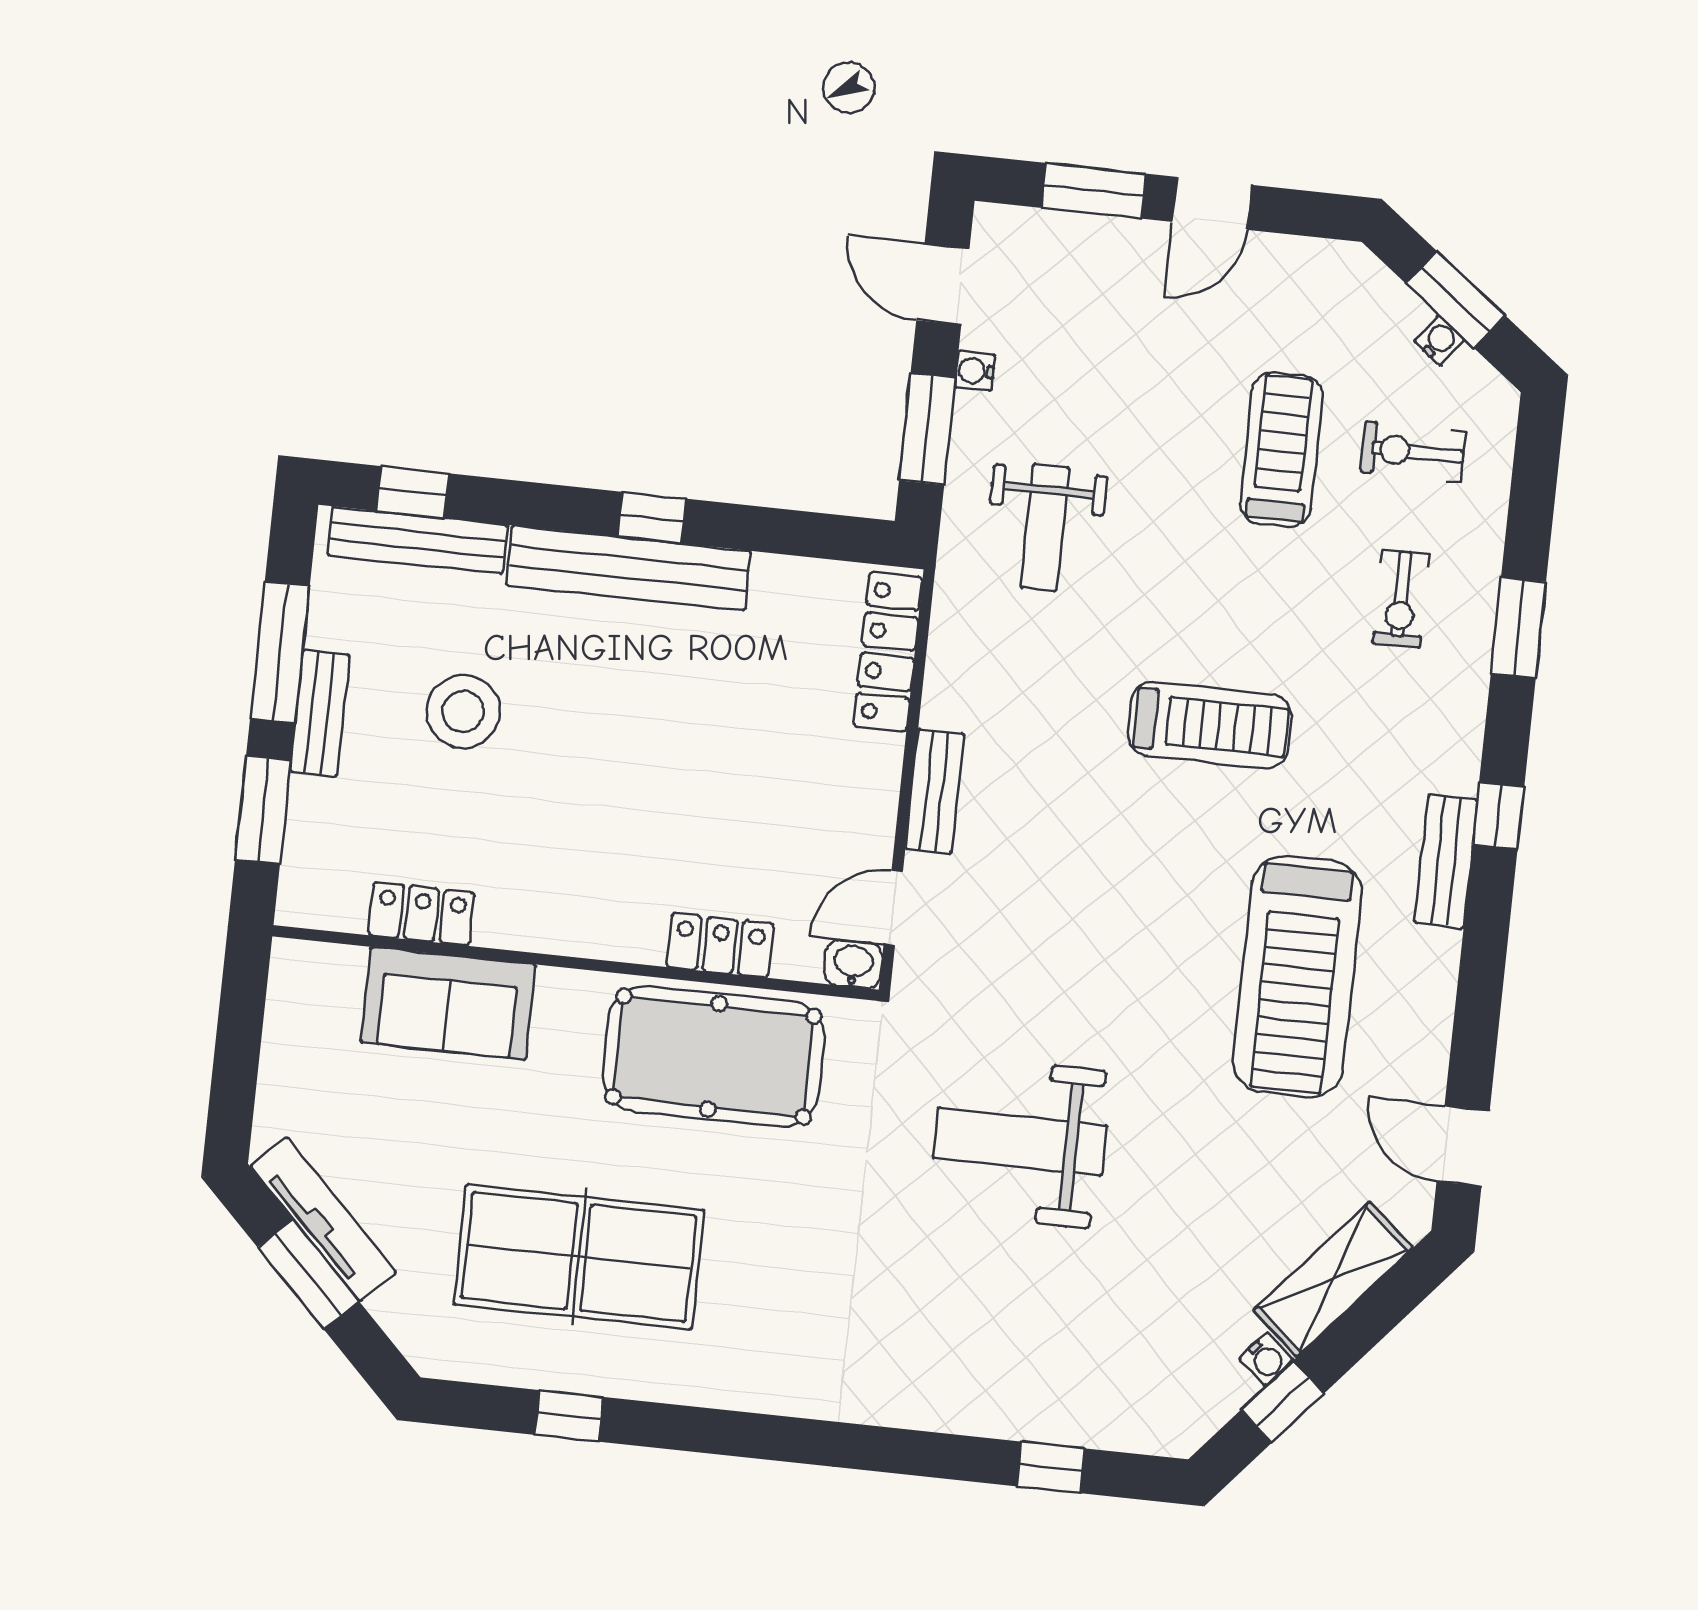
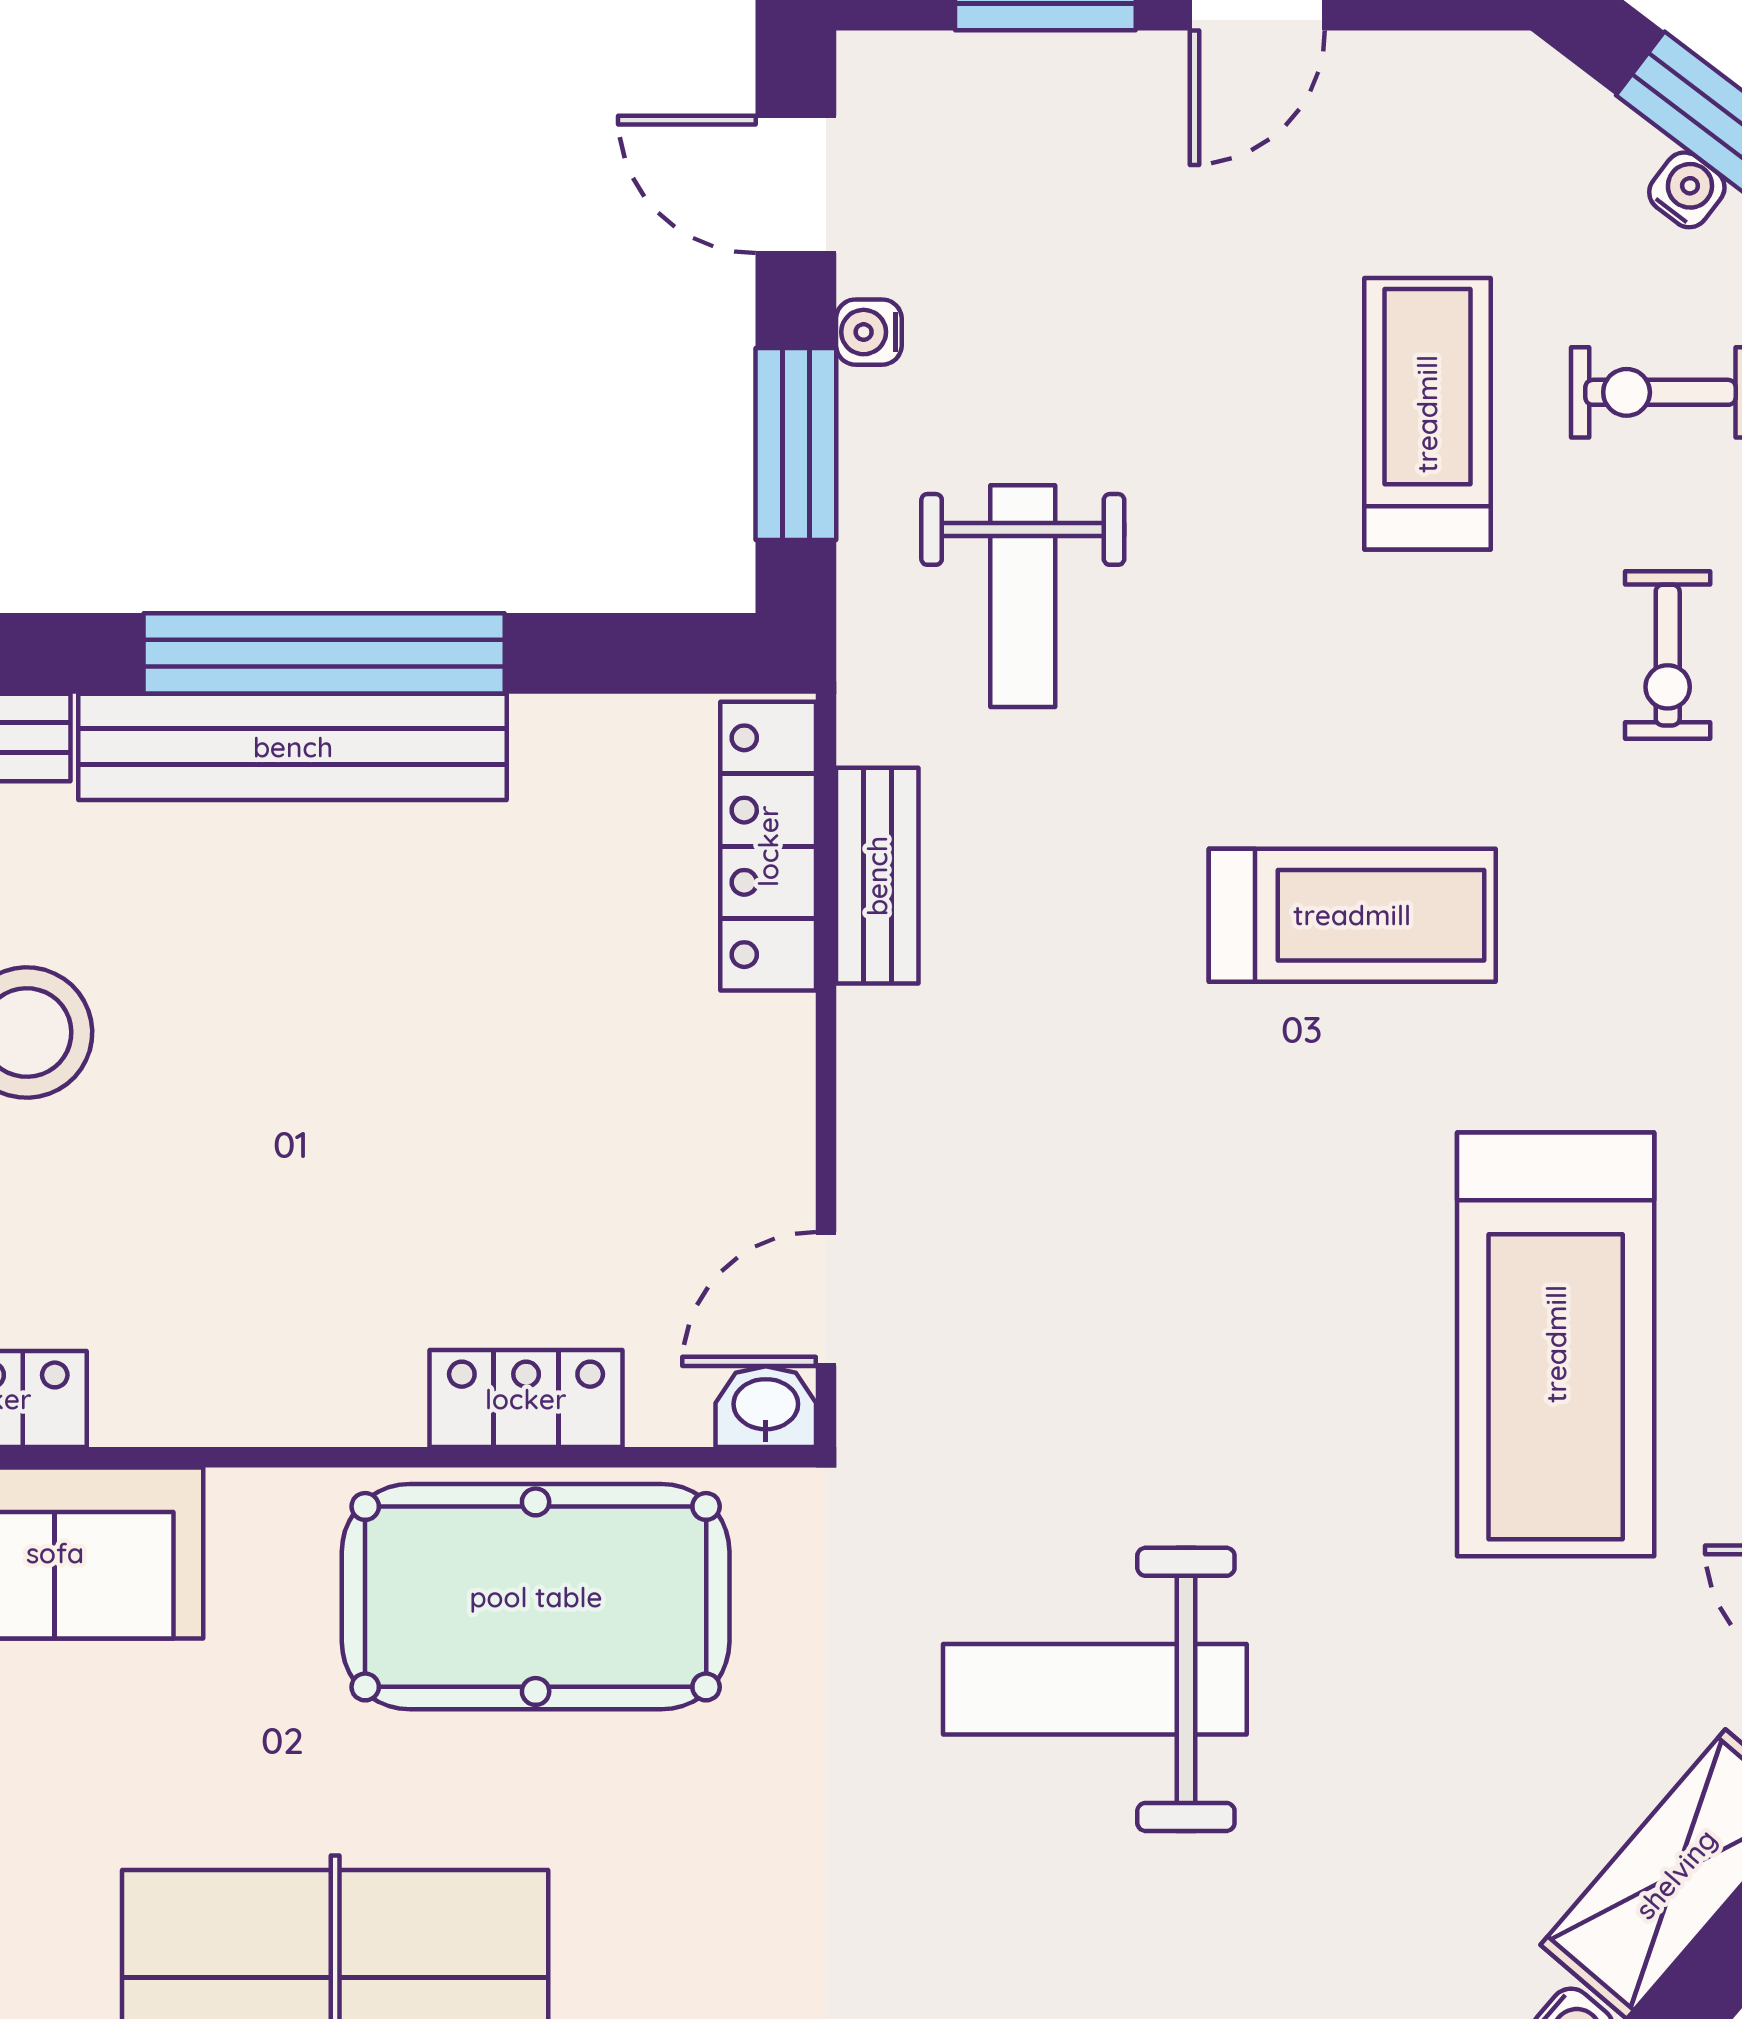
window: (652, 518) -> (324, 653), width x3.17
bench: (935, 791) -> (877, 876), moved

